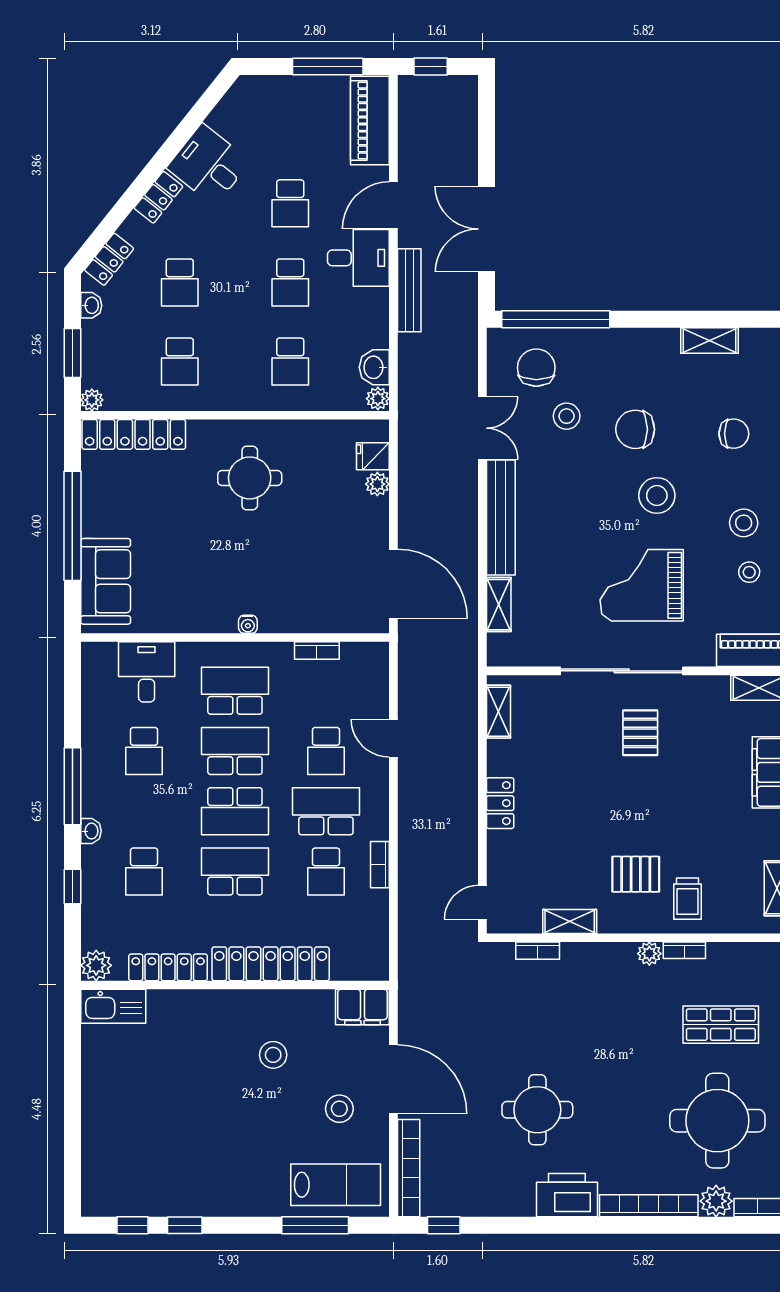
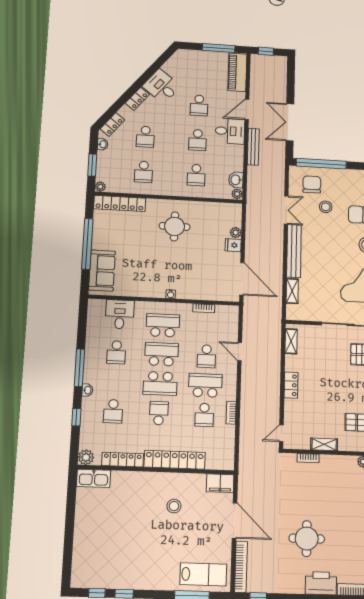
fridge: (373, 456) -> (233, 245), moved
school desk: (235, 871) -> (159, 413), width x0.54
stool: (339, 1109) -> (207, 535), removed

